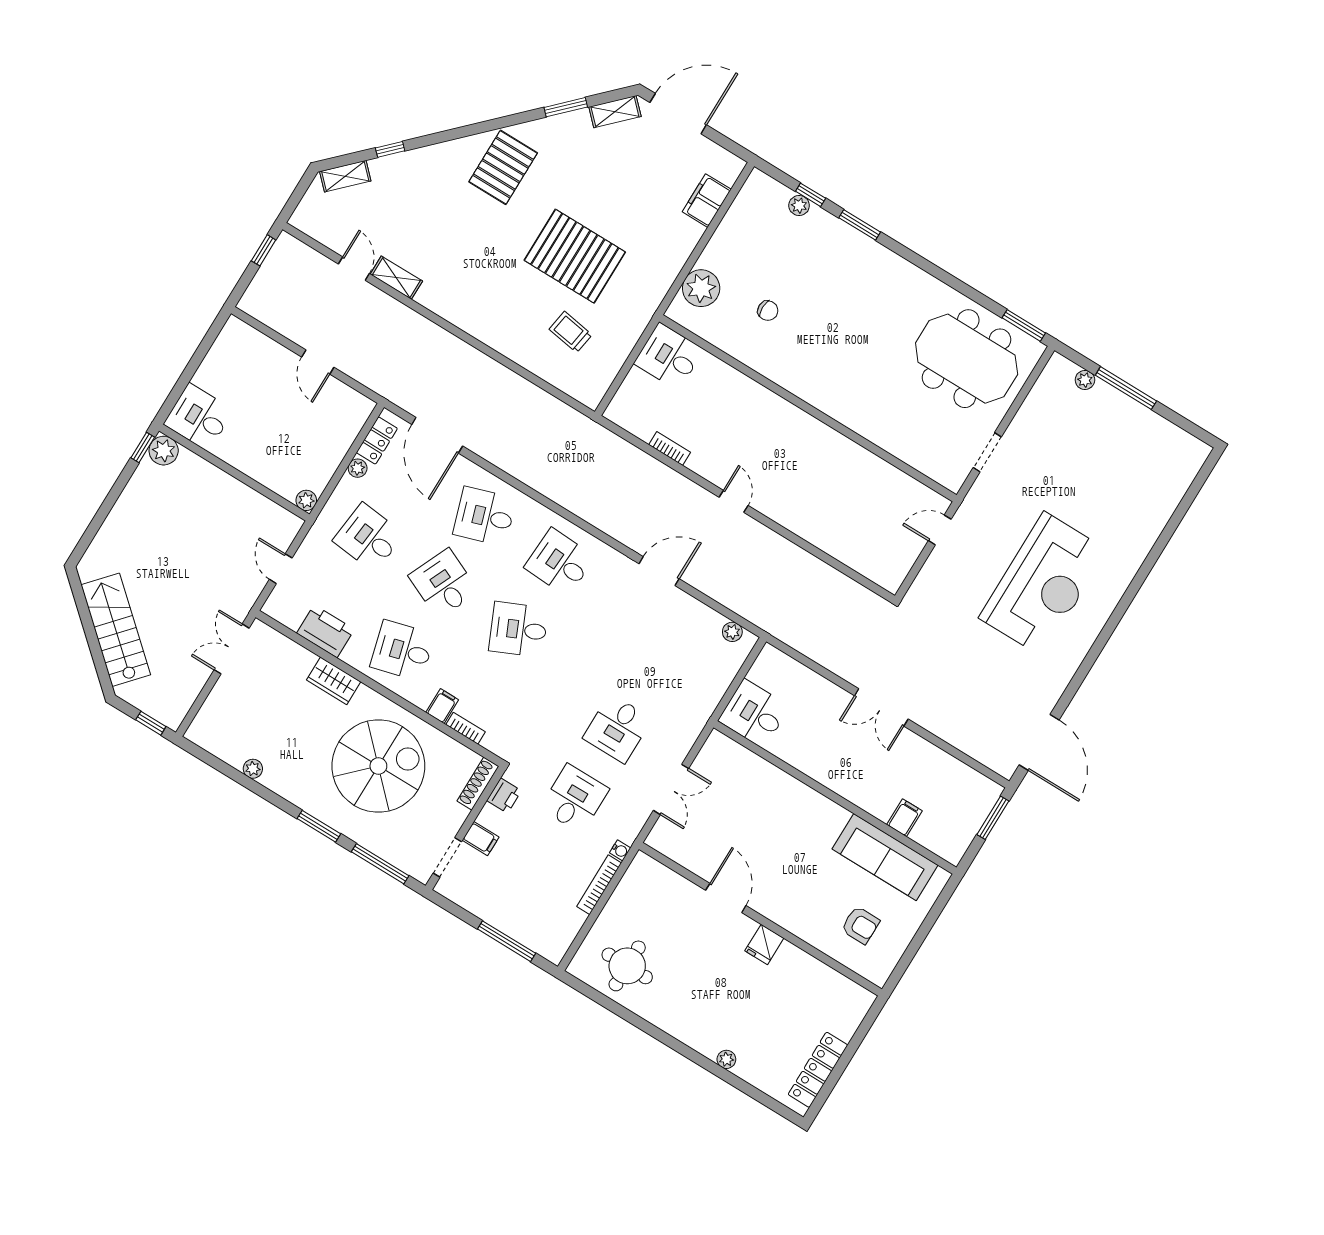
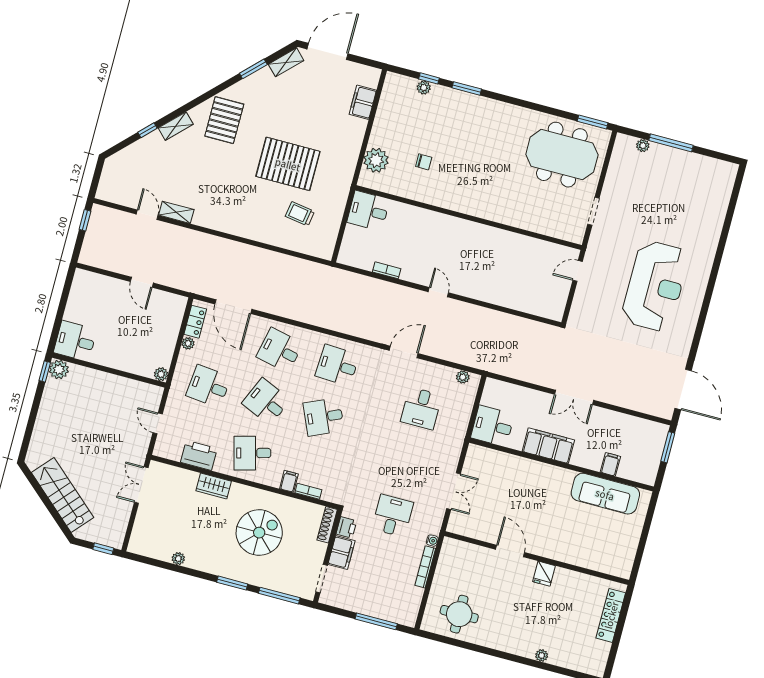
shelving: (345, 176) -> (176, 126), moved
desk: (485, 516) -> (280, 350), turned 30
desk: (617, 729) -> (421, 408), moved
filing cabinet: (824, 765) -> (548, 446), added
spiral stairs: (378, 766) -> (259, 533), width x0.73, depth x0.73
filing cabinet: (481, 839) -> (341, 553), width x2.00
armchair: (860, 925) -> (603, 543), removed
locker: (818, 1070) -> (611, 615), moved

